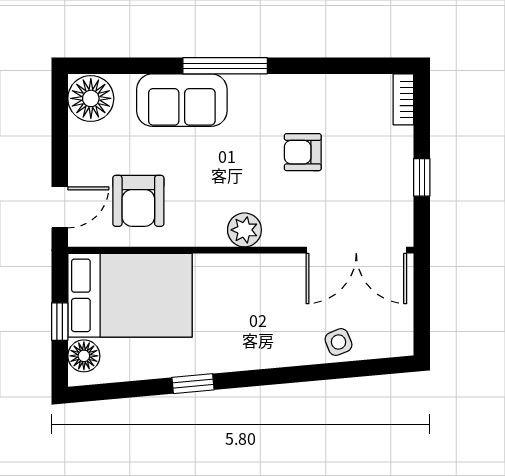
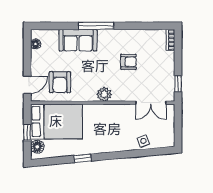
floor lamp: (91, 98) -> (36, 44), width x0.53, depth x0.53
armchair: (303, 152) -> (128, 62), turned 180
window: (422, 177) -> (178, 84), moved
double door: (356, 250) -> (151, 103), width x0.73

